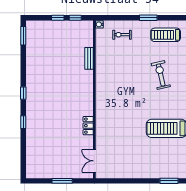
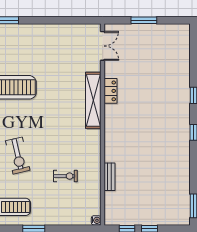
exercise bike: (122, 35) -> (65, 176), moved
shelving: (102, 118) -> (93, 100), added

